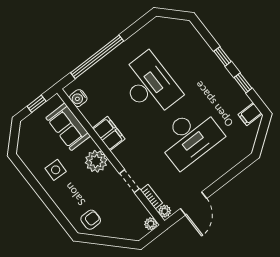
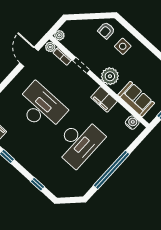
window: (223, 56) -> (37, 184), moved
window: (97, 57) -> (112, 170), moved
desk: (150, 85) -> (79, 142), turned -90
desk: (190, 137) -> (41, 107), turned 90
side table: (56, 170) -> (123, 46), moved

